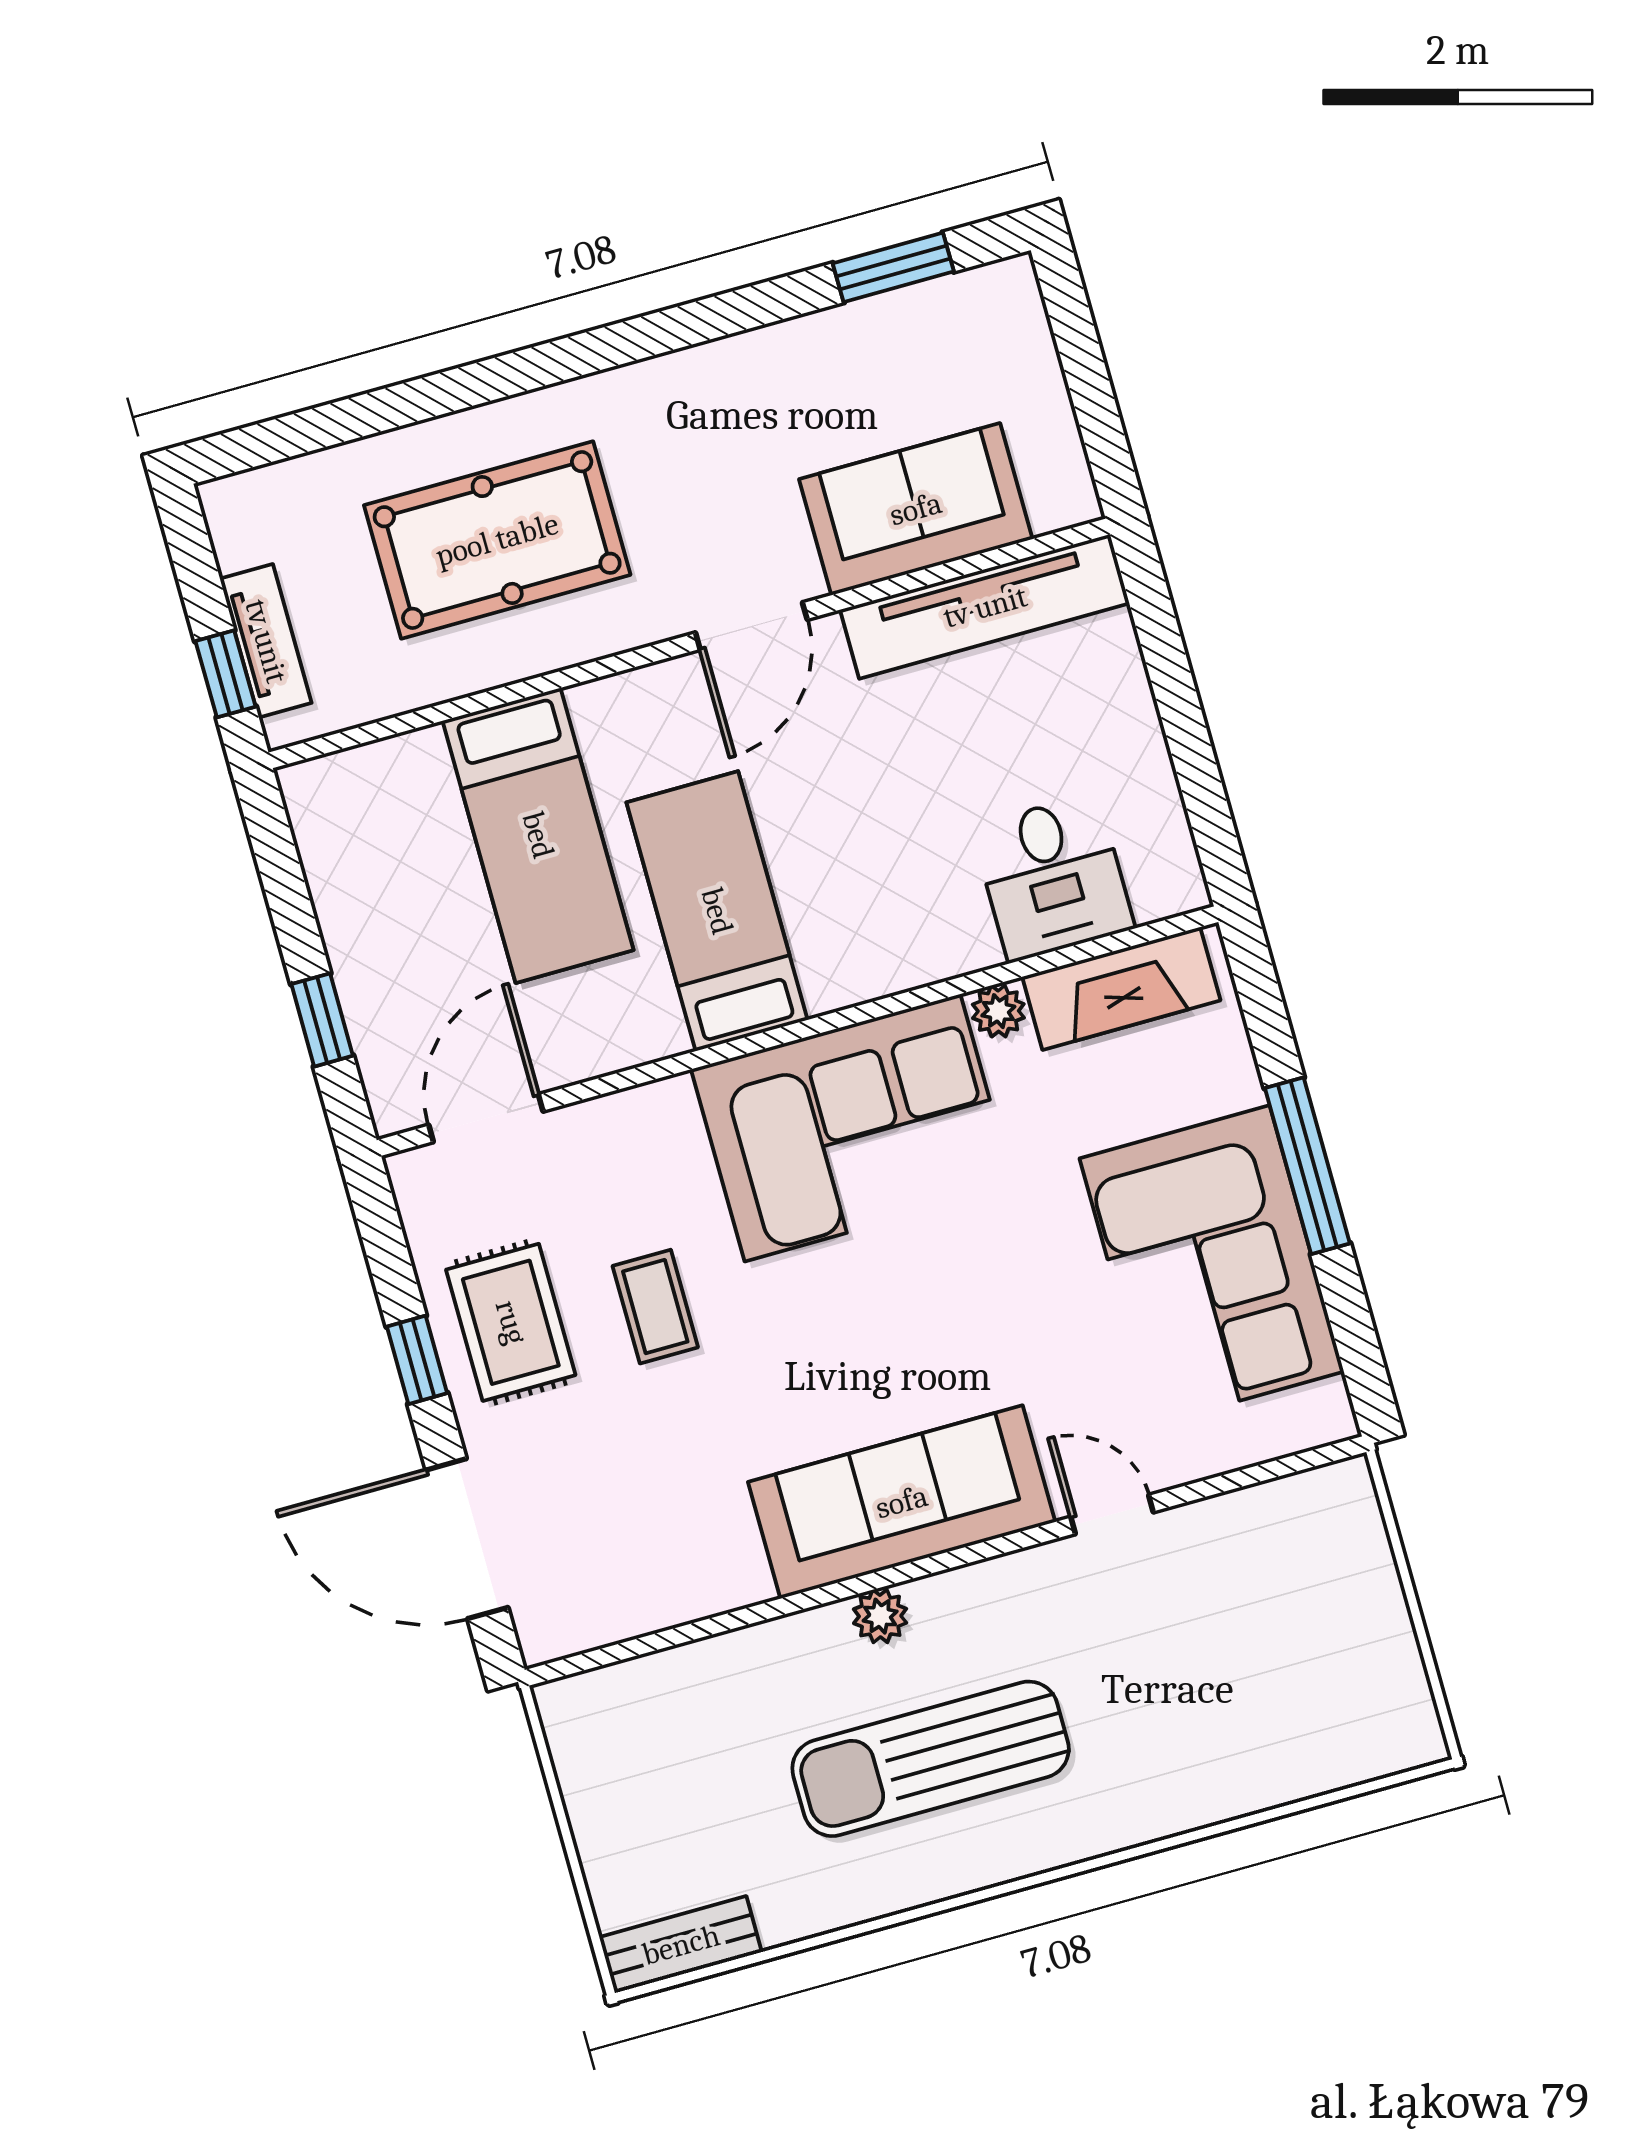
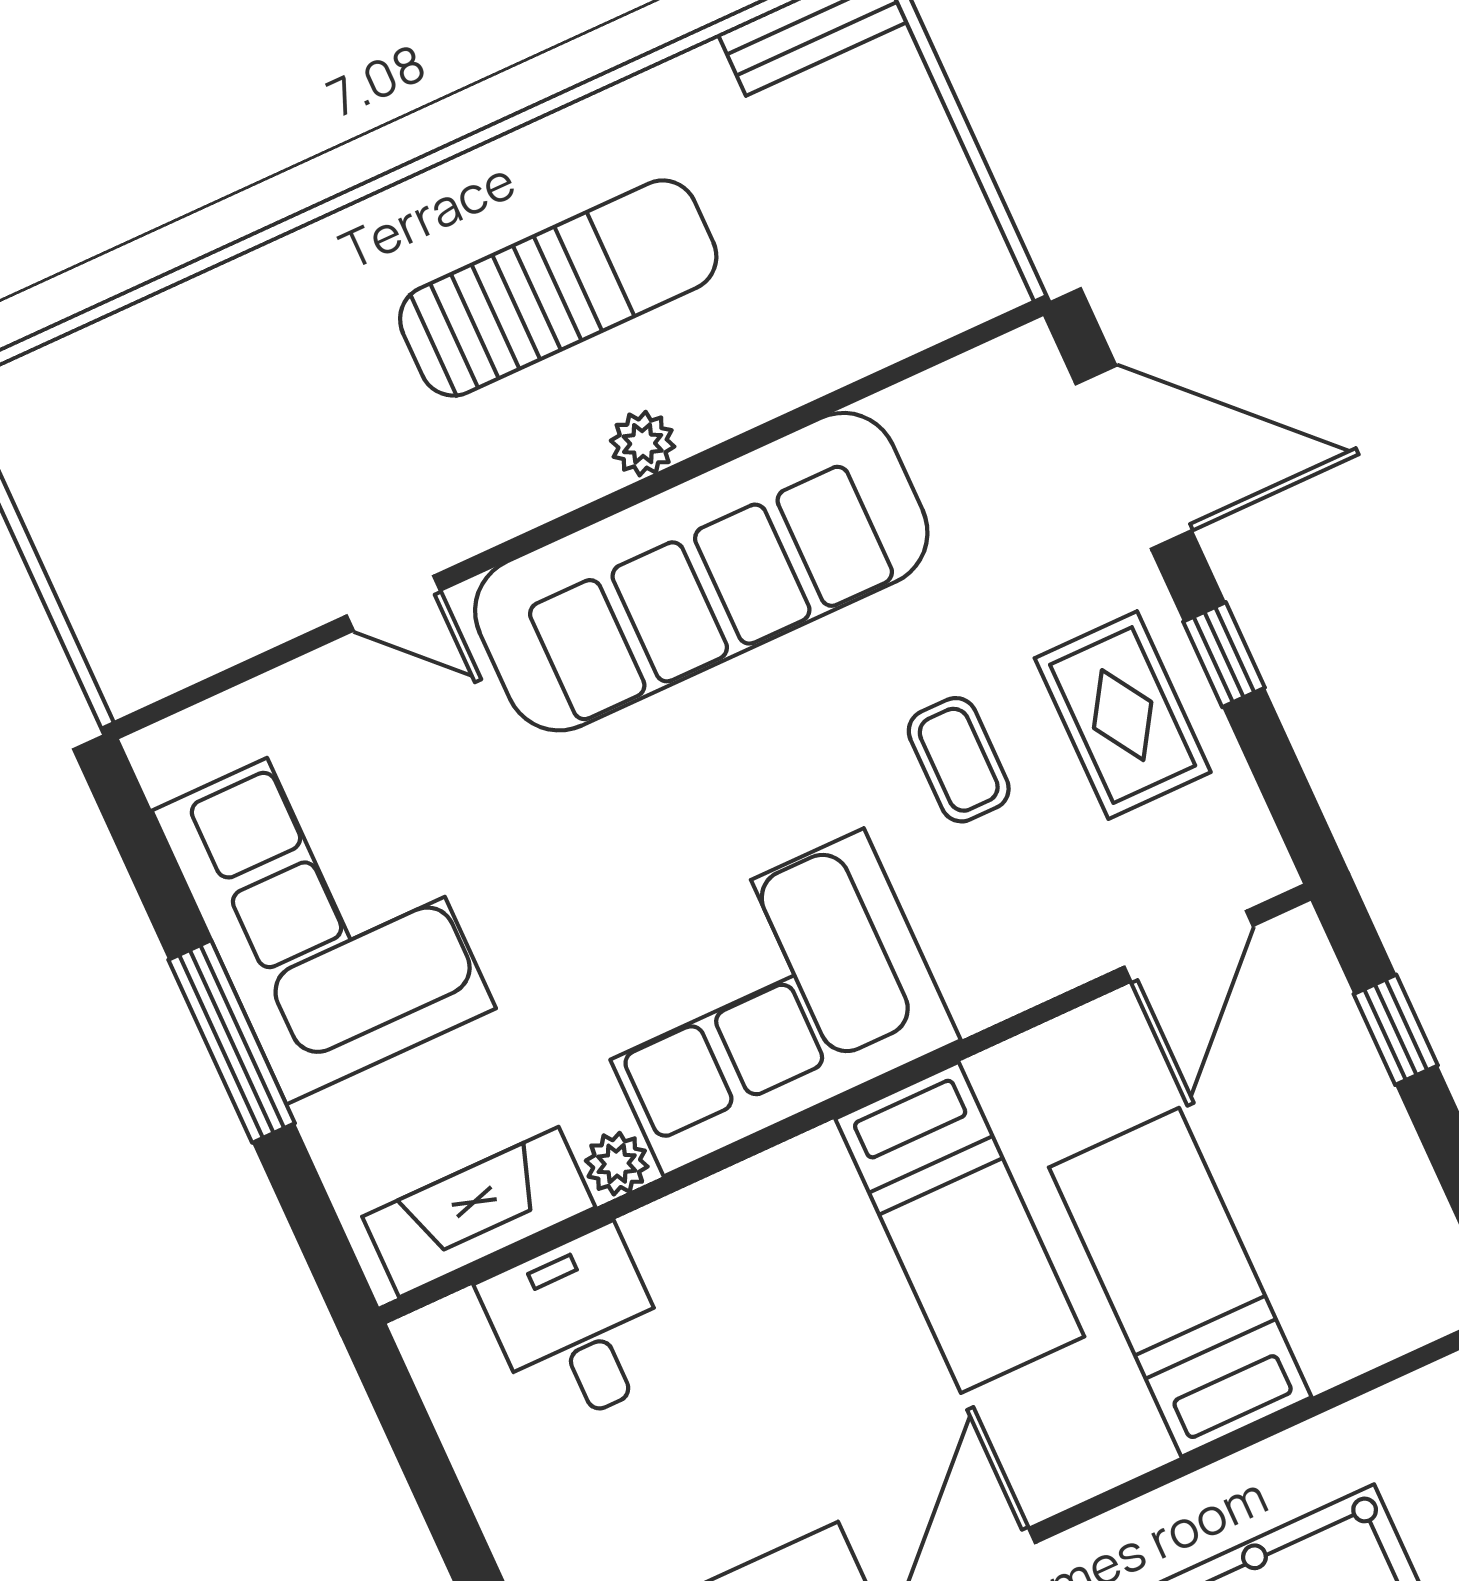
sofa: (902, 1502) -> (701, 572), width x1.36, depth x1.27

